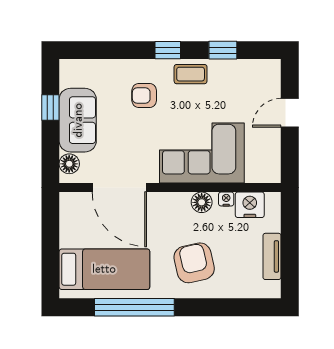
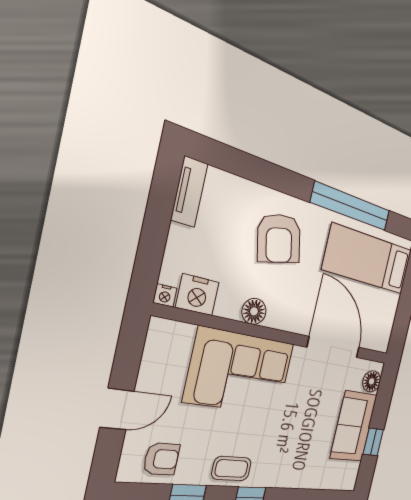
armchair: (144, 96) -> (161, 459), moved
nightstand: (226, 199) -> (165, 295), moved
tv unit: (272, 256) -> (189, 192), moved

